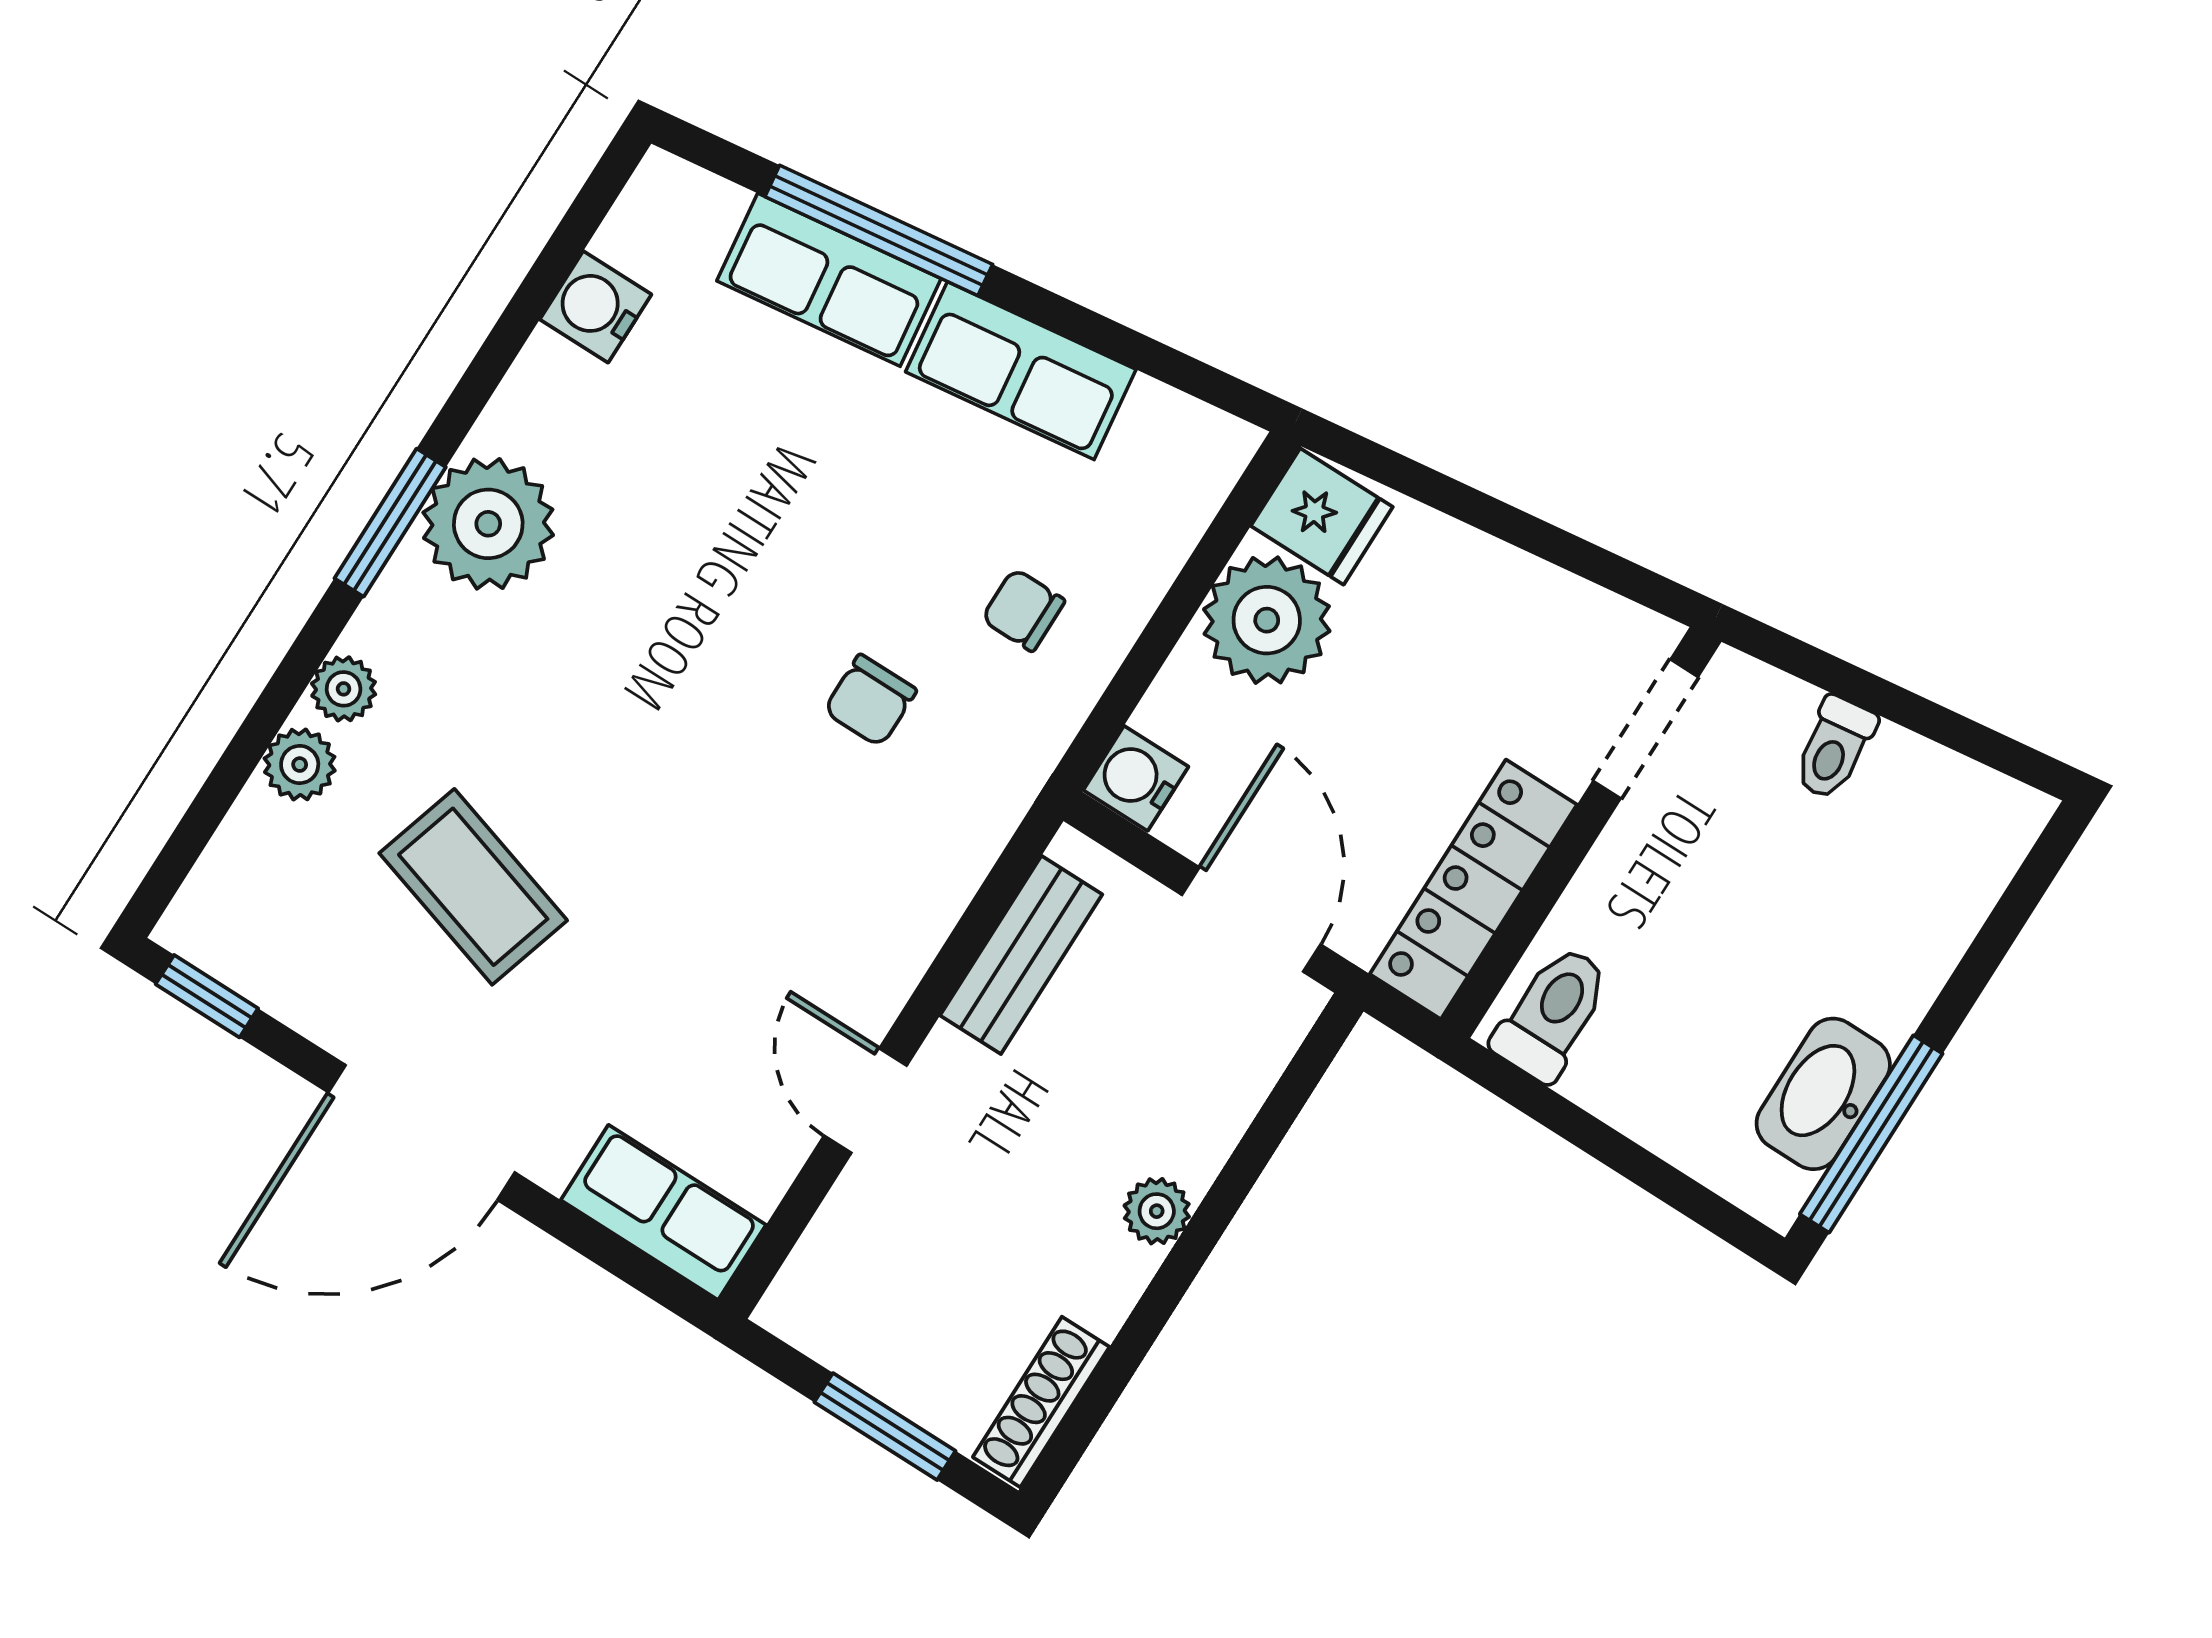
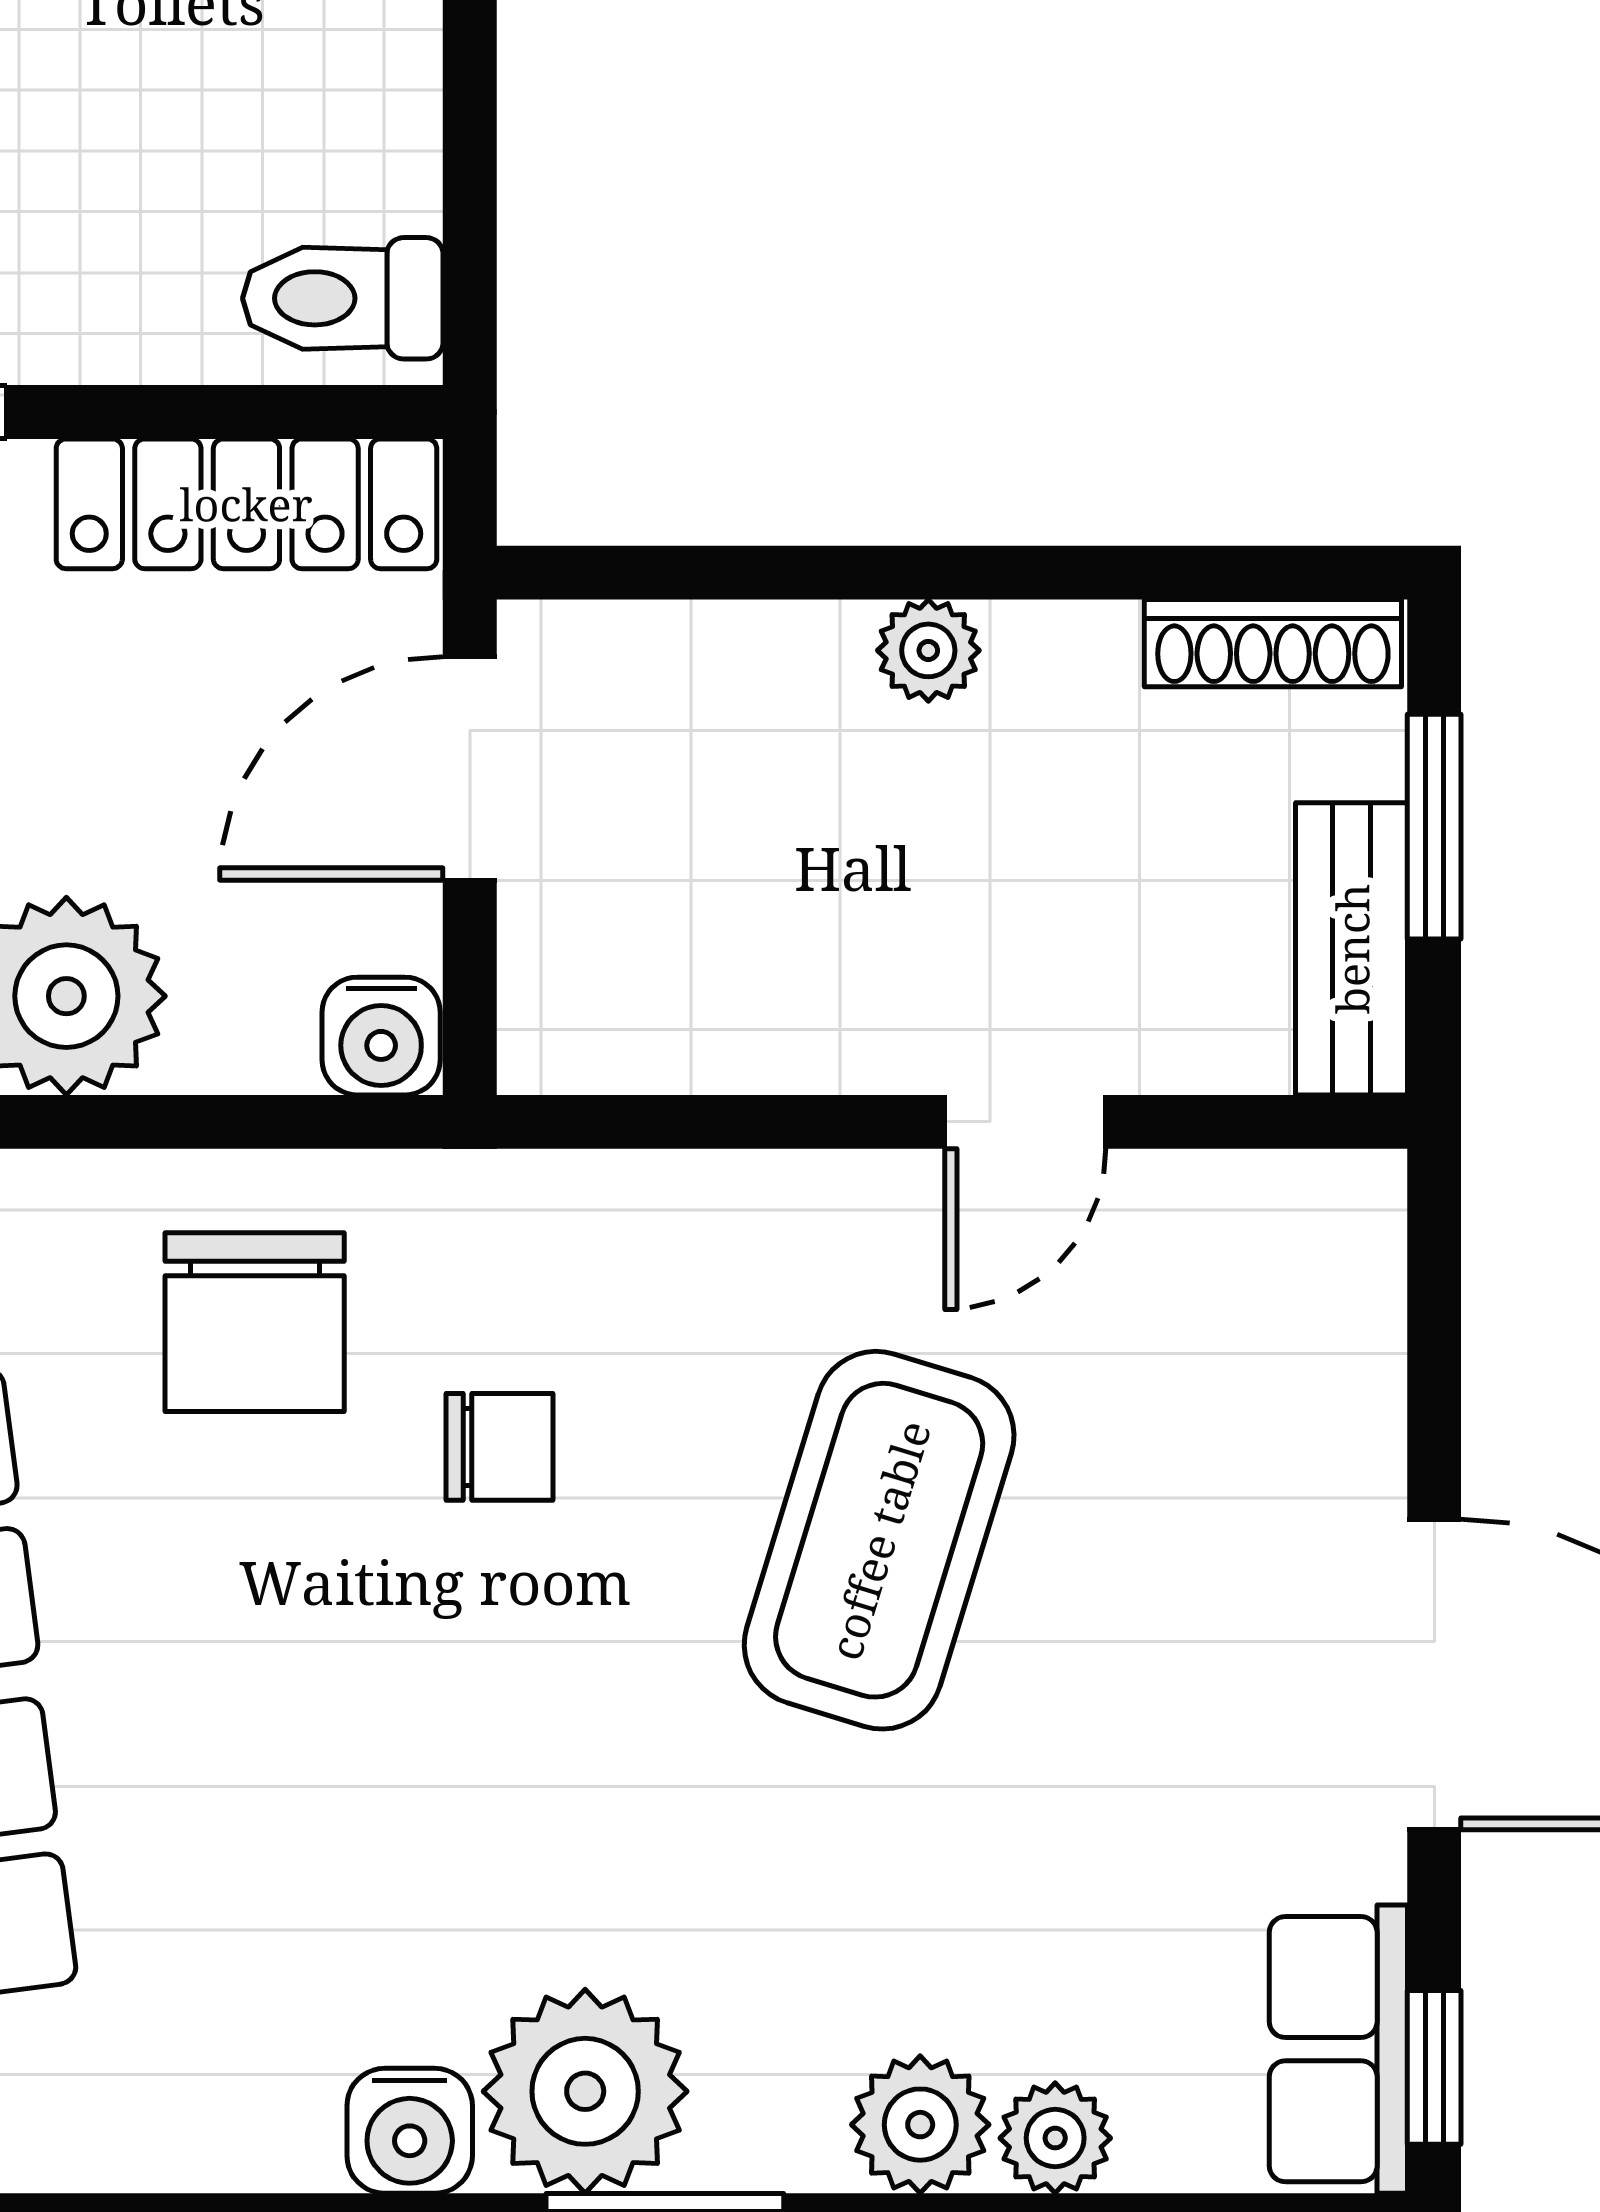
water cooler: (596, 307) -> (410, 2131), moved
chair: (1023, 610) -> (255, 1322), width x1.87, depth x1.87
plant: (344, 689) -> (920, 2125), width x1.38, depth x1.38
coffee table: (473, 887) -> (879, 1540), moved, width x1.36, depth x1.32
bench: (1021, 955) -> (1352, 949), moved, turned 90
row of seats: (663, 1212) -> (1338, 2049), moved

